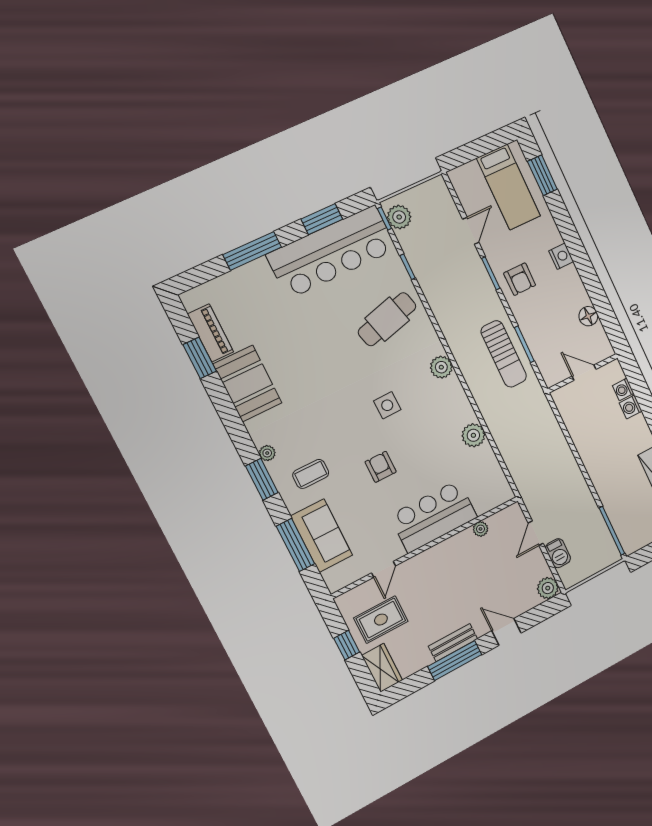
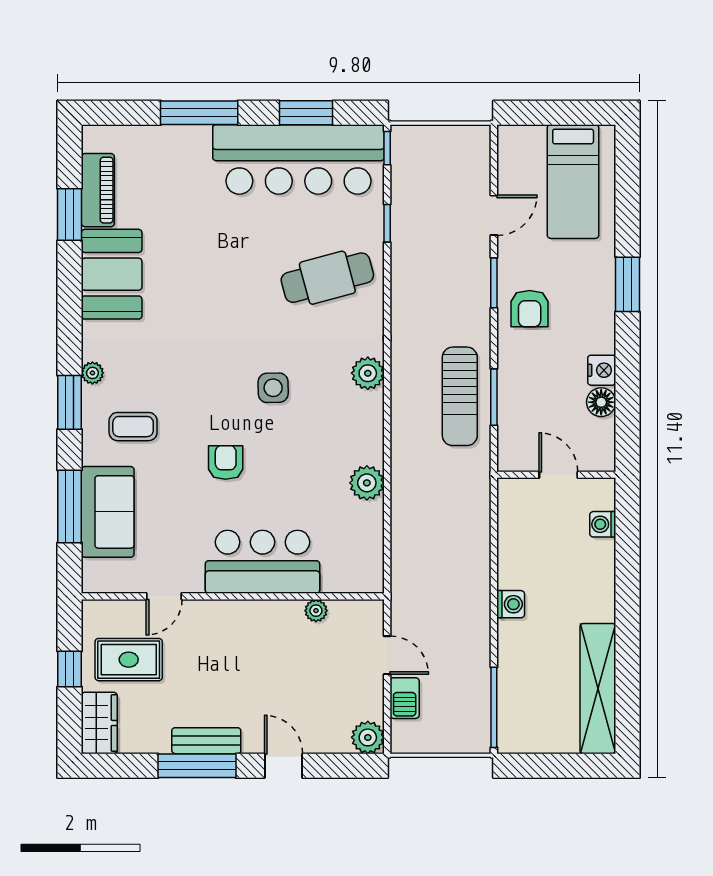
window: (542, 175) -> (628, 284), moved
plant: (399, 217) -> (407, 155), removed
nightstand: (561, 256) -> (602, 370), moved
washing machine: (631, 407) -> (511, 604), moved, turned 180
door: (536, 533) -> (387, 655), swing flipped

